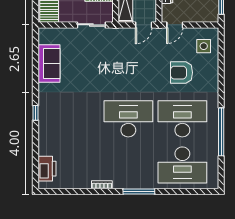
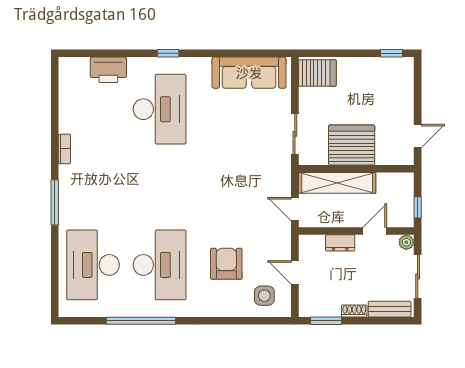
door: (175, 25) -> (295, 272), moved
sofa: (49, 64) -> (249, 73), width x1.36
desk: (128, 119) -> (160, 109), moved
printer: (47, 169) -> (108, 70), moved

